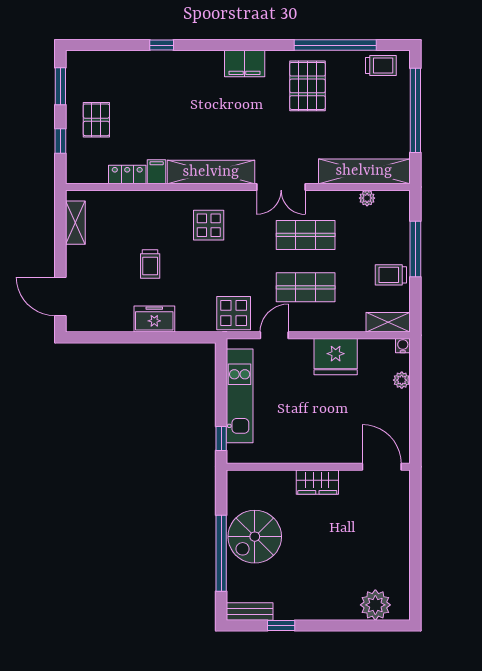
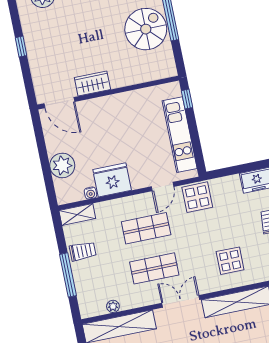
water cooler: (403, 346) -> (90, 193), moved
plant: (402, 380) -> (62, 165), width x1.88, depth x1.88
wardrobe: (317, 482) -> (92, 84), moved
window: (415, 547) -> (21, 47), added

